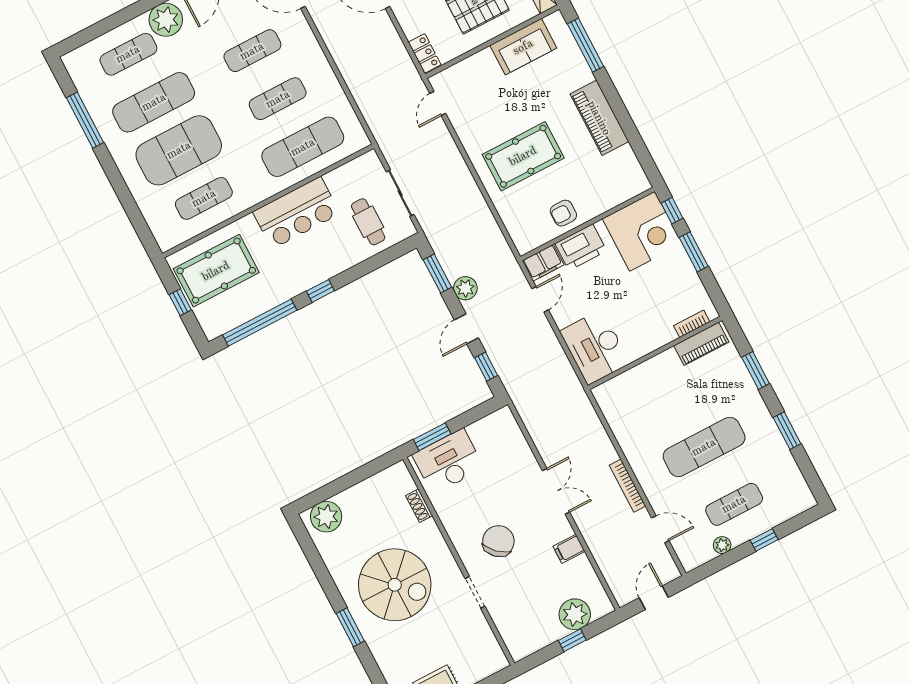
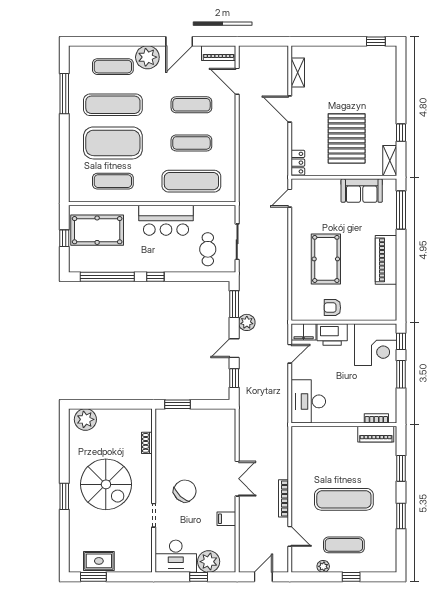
pool table: (523, 156) -> (326, 259), turned 90
desk: (448, 461) -> (176, 556), moved, turned 180

